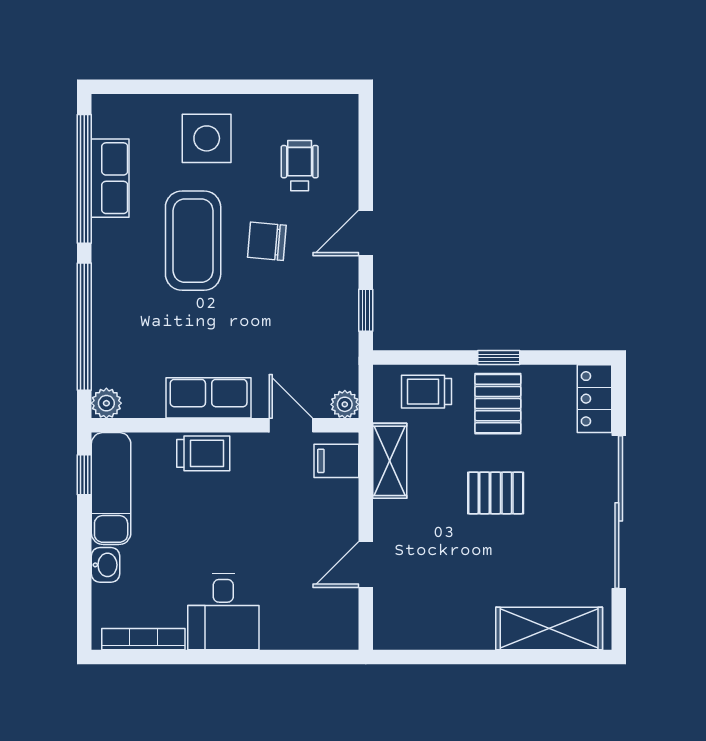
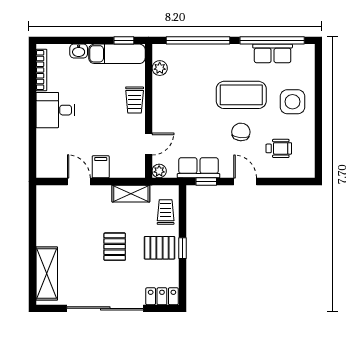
row of seats: (209, 398) -> (199, 168), moved, turned -90
plant: (106, 403) -> (160, 68), moved
filing cabinet: (336, 461) -> (101, 167), moved

